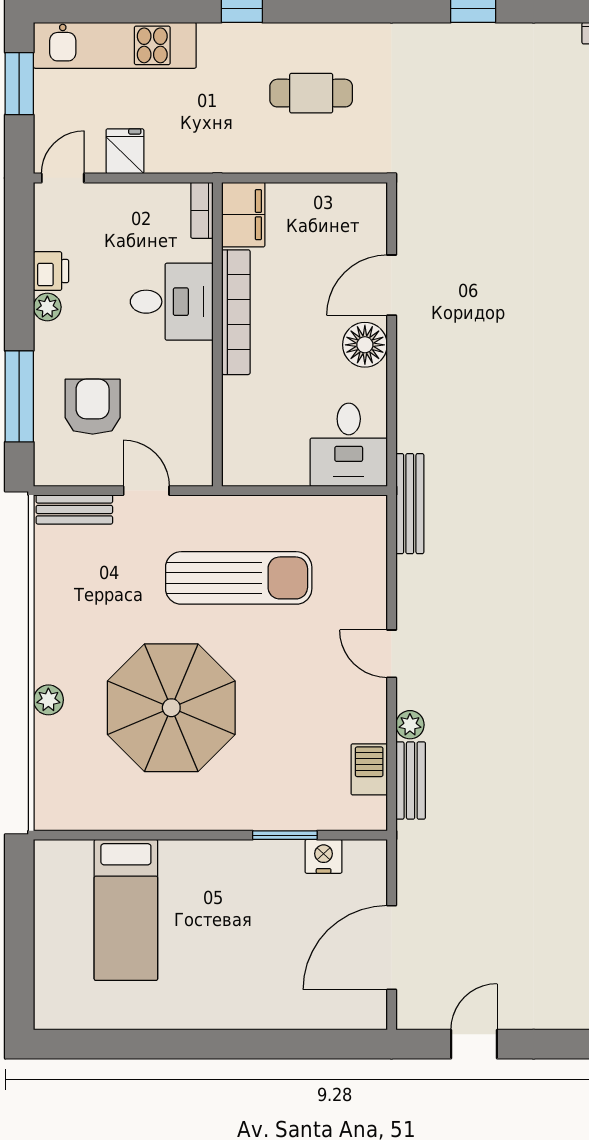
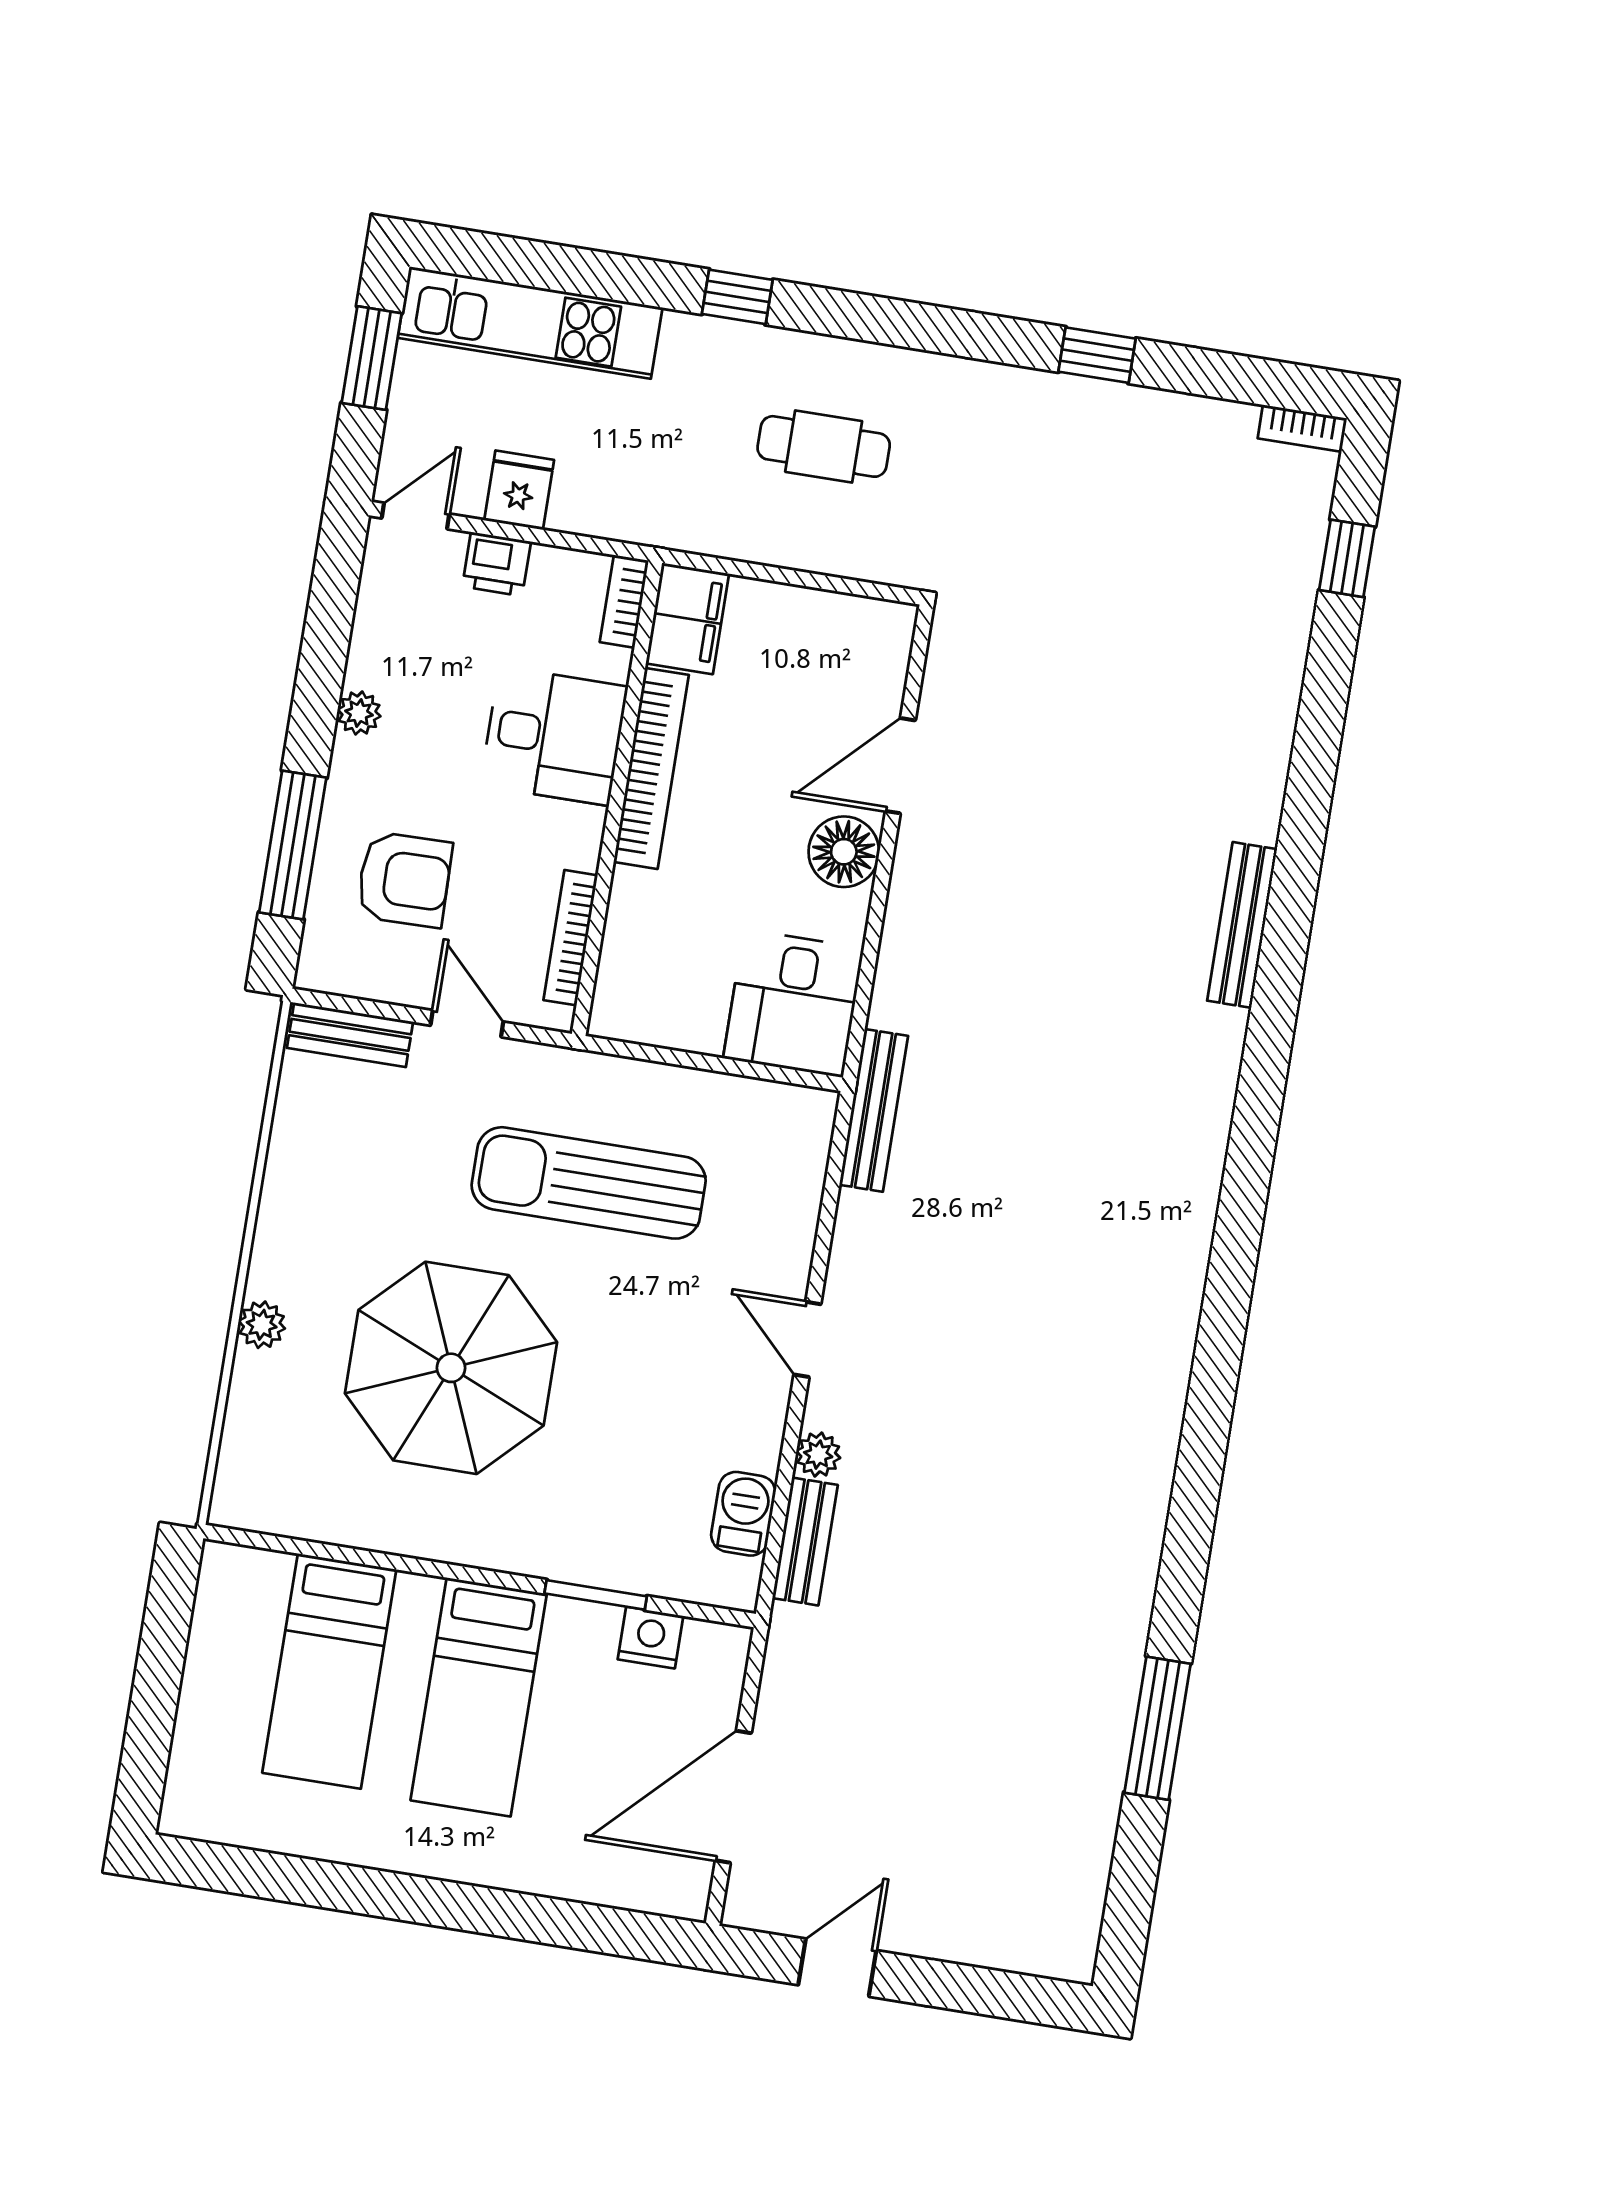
printer: (51, 271) -> (497, 564), moved, turned 90
armchair: (93, 407) -> (404, 879), turned 89
bookcase: (202, 426) -> (570, 938), added
sun lounger: (239, 578) -> (589, 1183), turned 180
bed: (222, 911) -> (479, 1697), added

